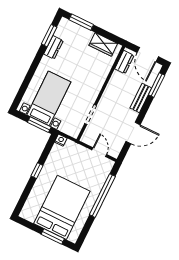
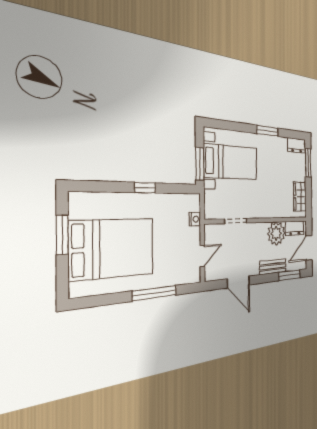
window: (49, 36) -> (268, 131), moved
dresser: (53, 47) -> (297, 146), moved
plant: (118, 83) -> (276, 234), added
nightstand: (61, 140) -> (195, 219), moved
window: (102, 196) -> (155, 293), width x0.68
window: (53, 237) -> (62, 235), moved

